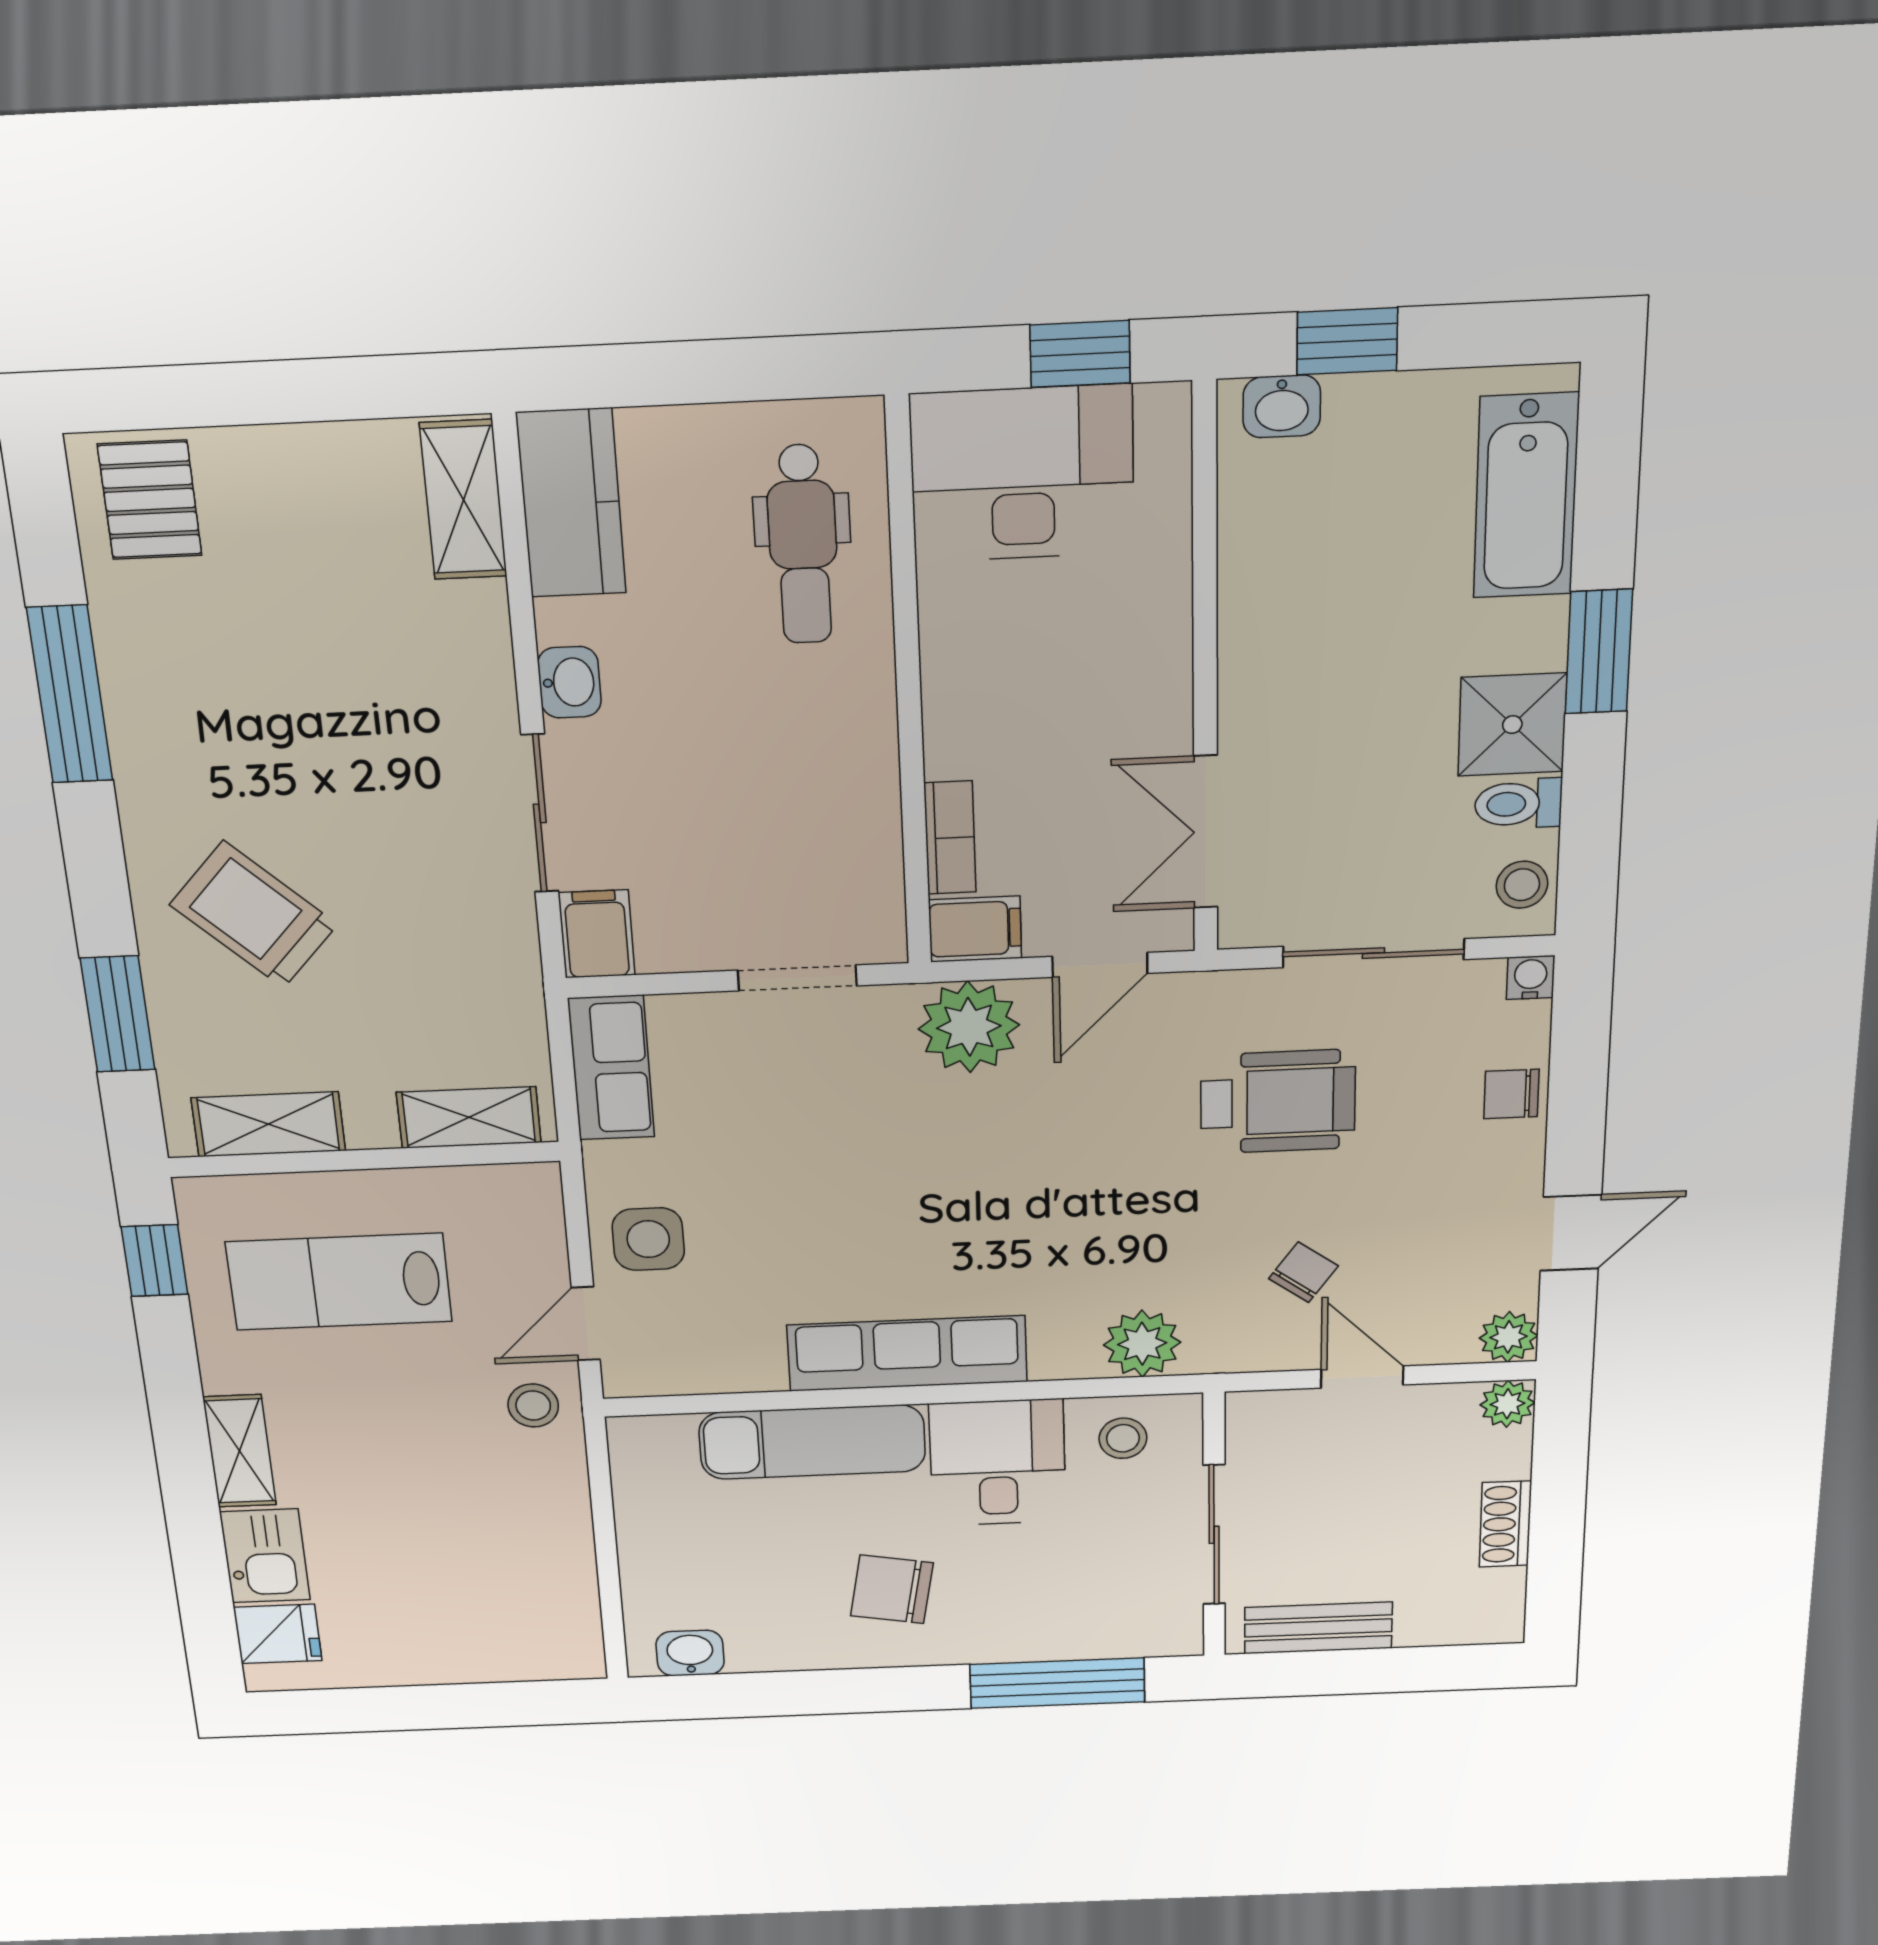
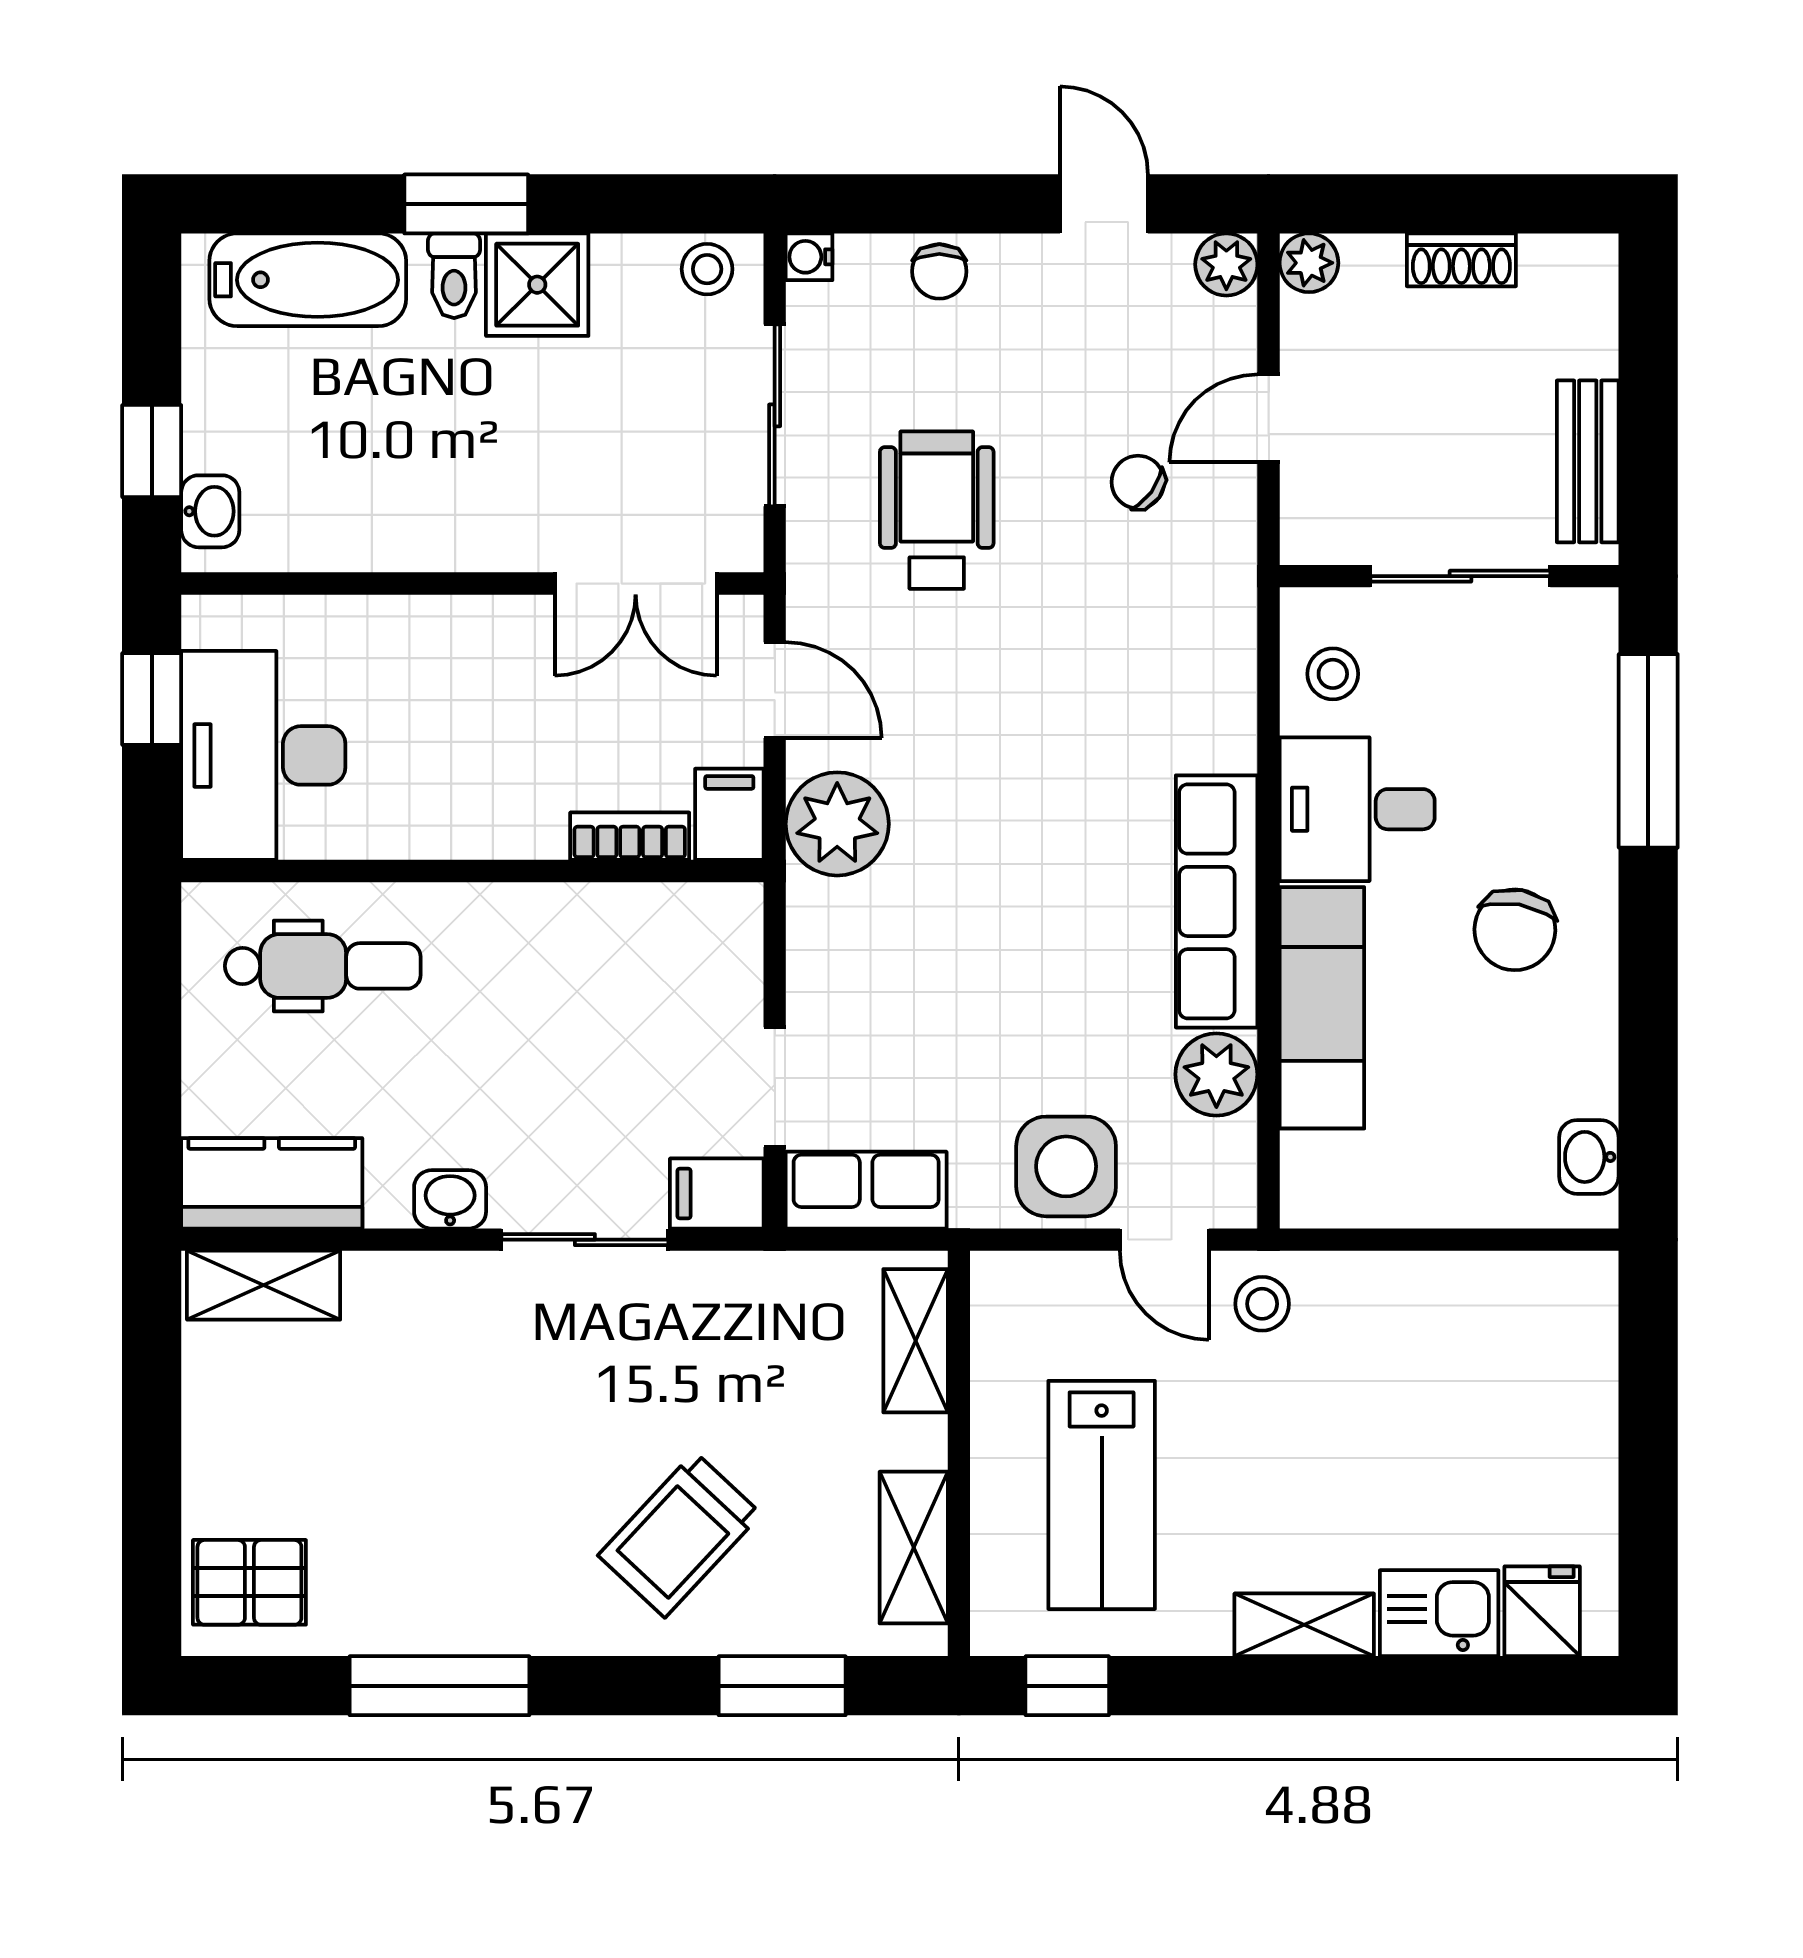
toilet: (1518, 804) -> (454, 276), moved
doorway: (797, 978) -> (775, 1087), moved
side table: (648, 1239) -> (1066, 1166), width x1.37, depth x1.37
plant: (1142, 1344) -> (1216, 1074), moved

